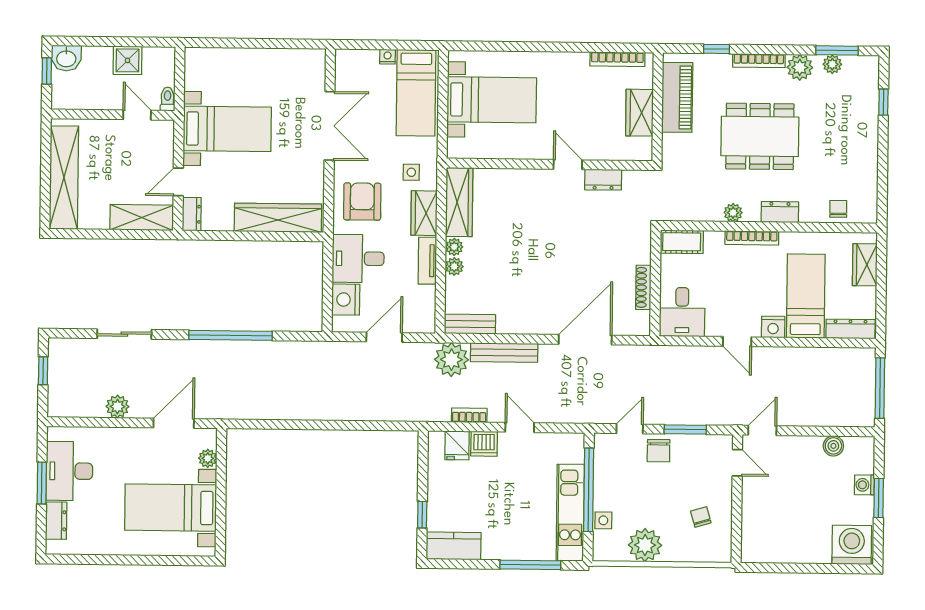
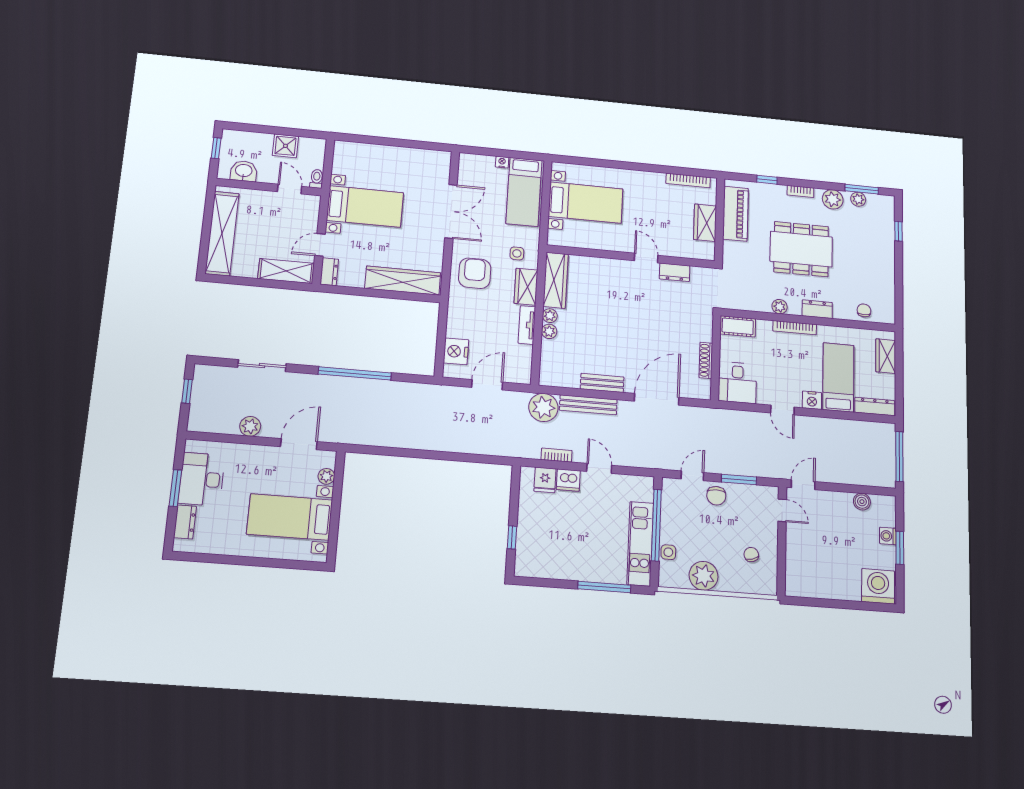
washbasin: (66, 58) -> (244, 171), moved, turned 180
bookcase: (759, 61) -> (800, 191), width x0.64
desk: (358, 259) -> (469, 319), removed
bench: (470, 324) -> (602, 383), moved
kitchen counter: (454, 546) -> (538, 566), removed

